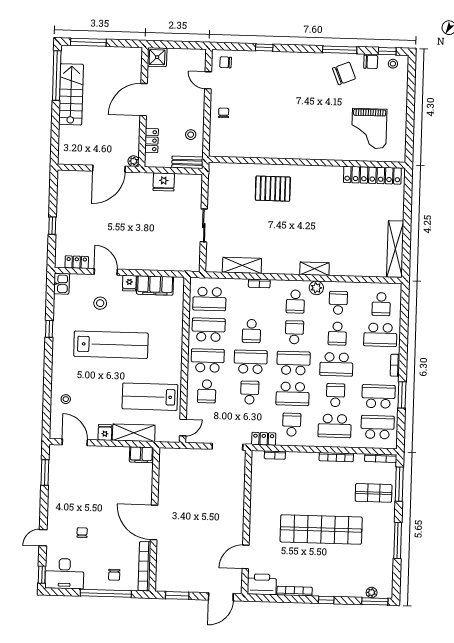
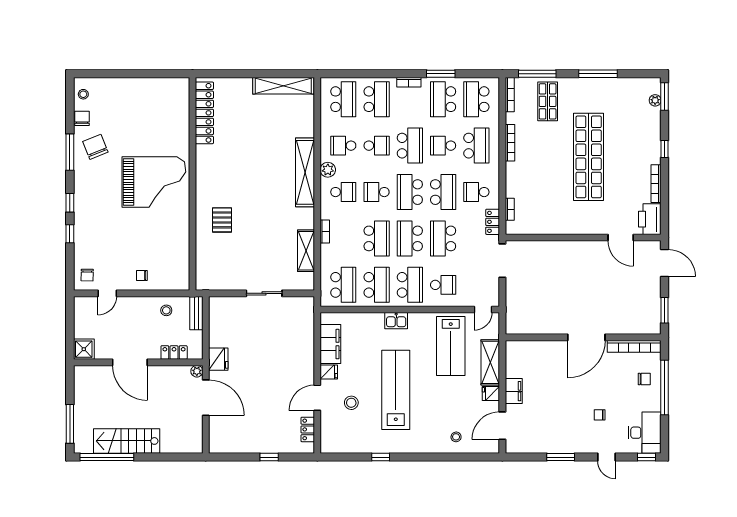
window: (387, 51) -> (70, 203), moved
grand piano: (369, 128) -> (154, 182), moved, width x1.37, depth x1.48
fridge: (164, 182) -> (218, 359), moved
pallet: (273, 189) -> (222, 220), width x0.67, depth x0.71
shelving: (314, 269) -> (305, 172), width x2.20, depth x1.33
kitchen sink: (61, 284) -> (396, 321), moved, turned 180
school desk: (381, 304) -> (343, 99), width x1.85
school desk: (209, 330) -> (377, 285), turned 180
school desk: (251, 331) -> (377, 238), width x1.85
school desk: (208, 361) -> (410, 285), turned 180
school desk: (250, 393) -> (443, 238), width x1.85
door: (183, 428) -> (483, 309), swing flipped
filing cabinet: (141, 455) -> (514, 391), moved
window: (45, 473) -> (561, 457), moved

